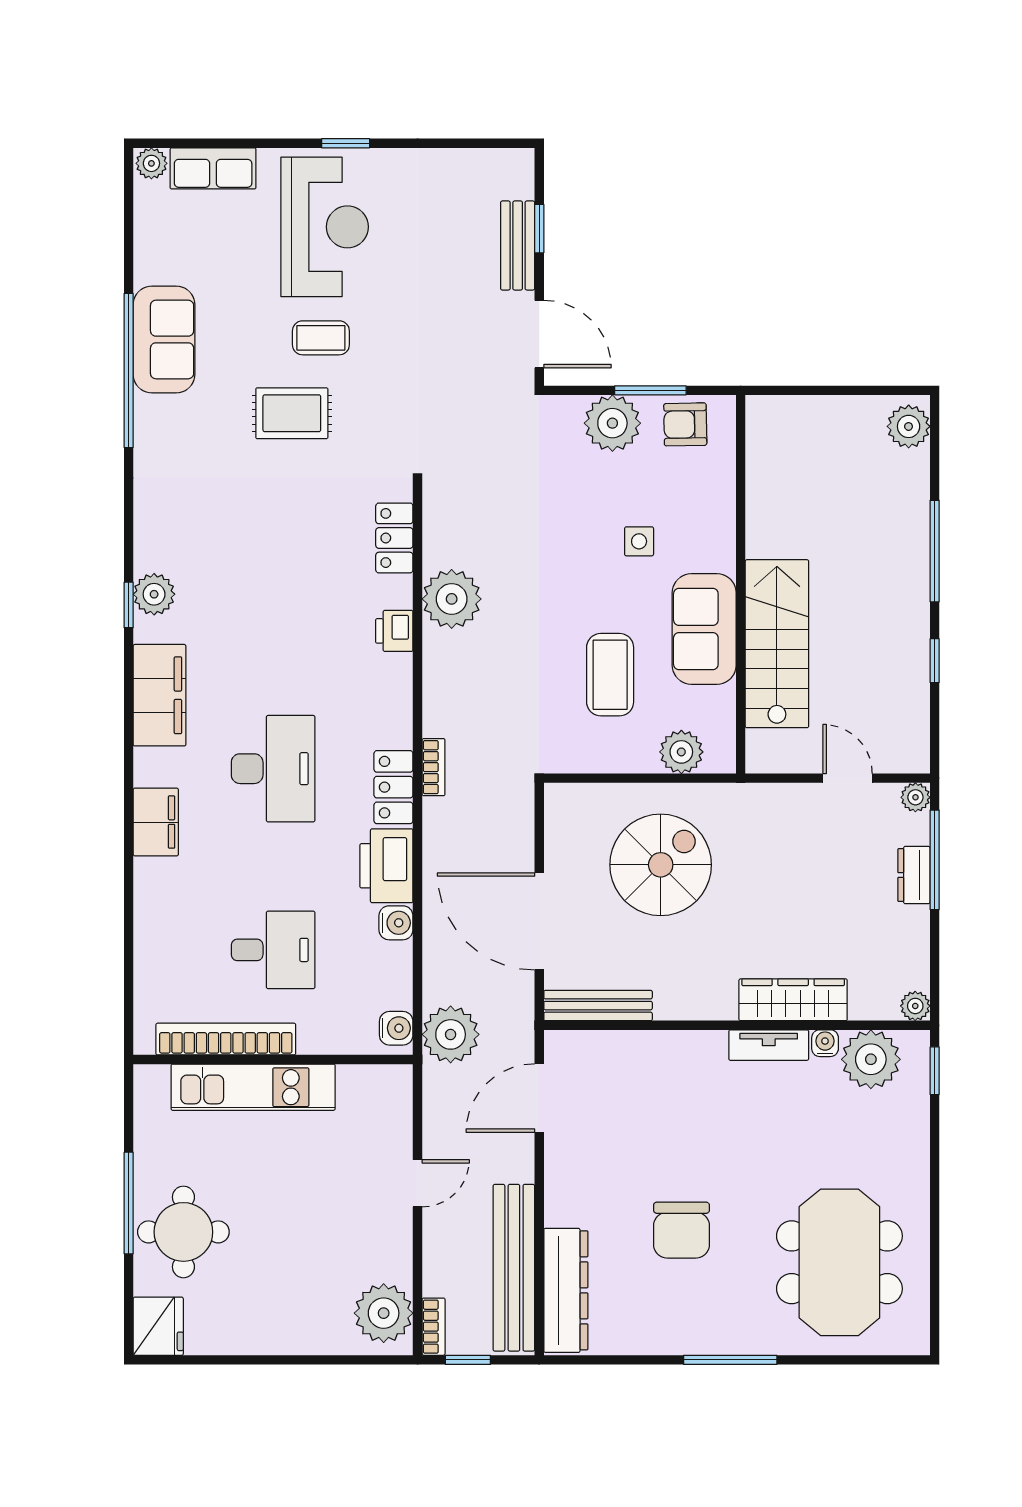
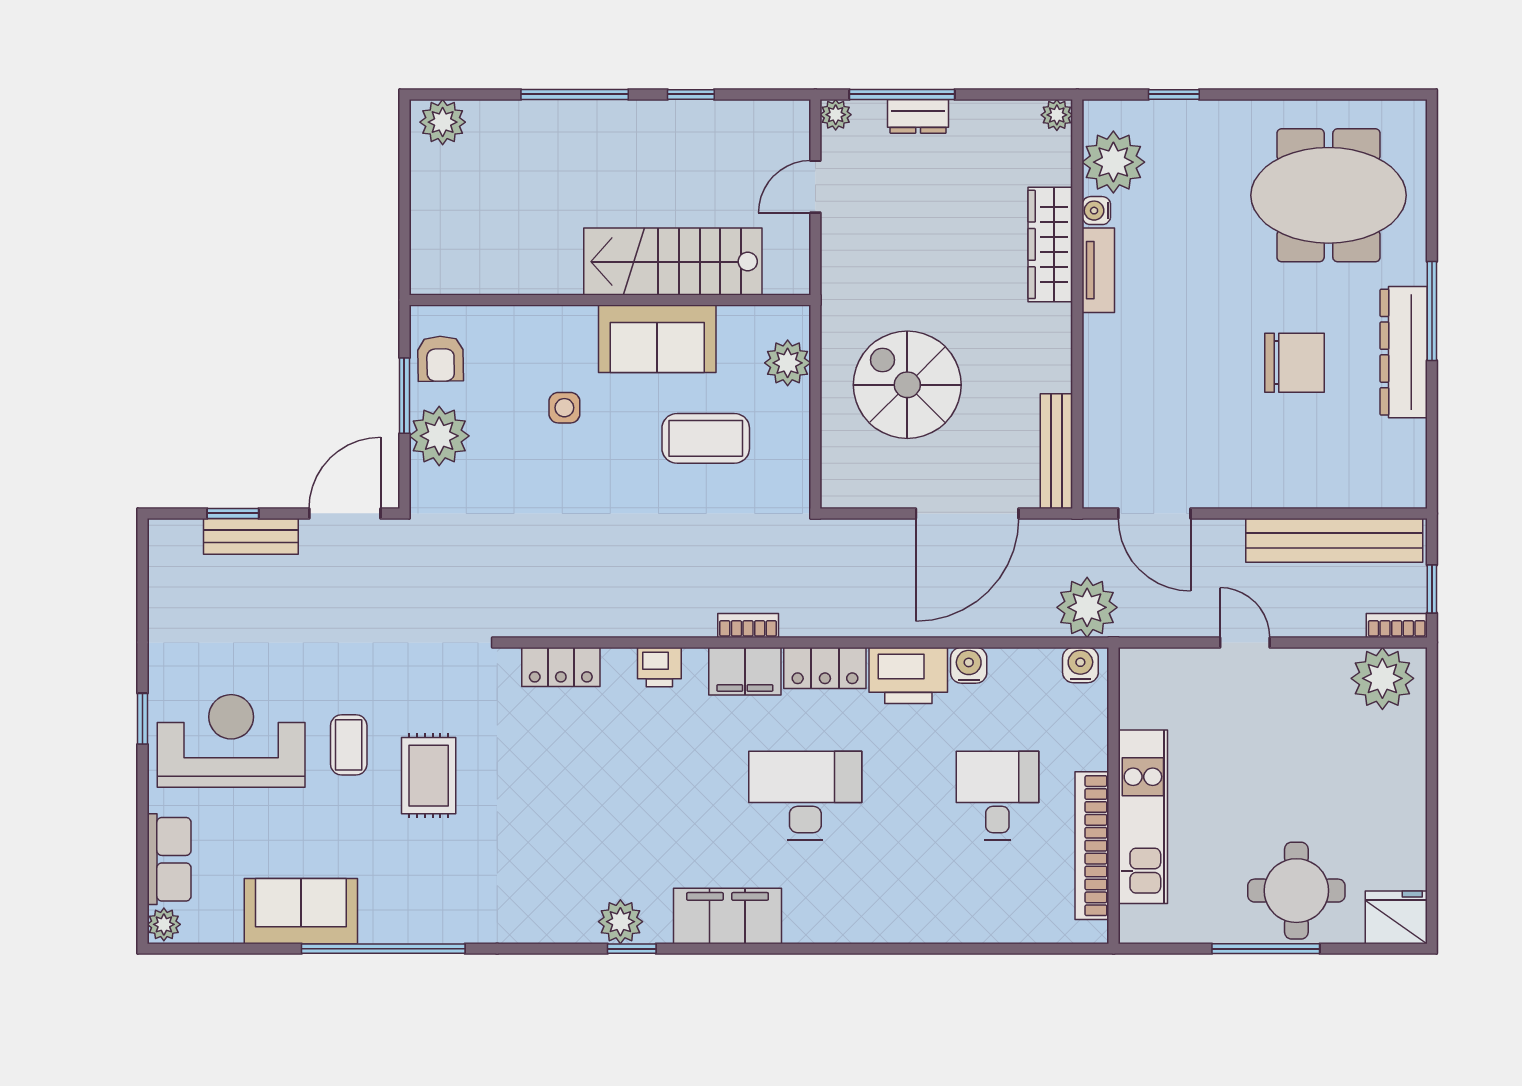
sofa: (164, 339) -> (301, 911), moved
plant: (452, 599) -> (625, 606), removed
bookcase: (434, 767) -> (748, 625), moved
filing cabinet: (156, 822) -> (745, 671), moved, turned 180
window: (935, 1071) -> (1174, 94), moved
dresser: (566, 1290) -> (1404, 352), moved, turned -90

